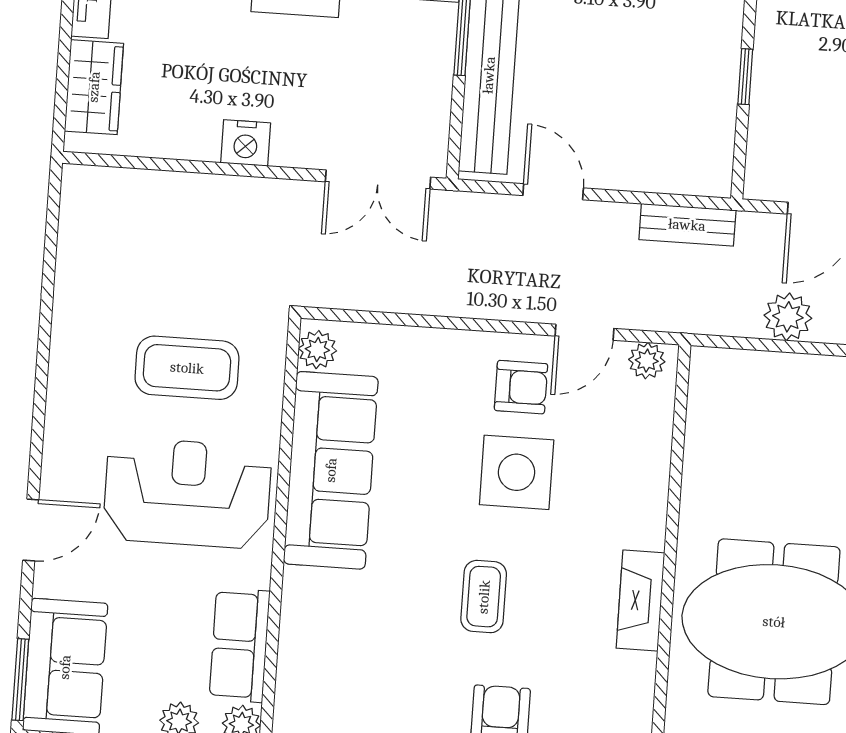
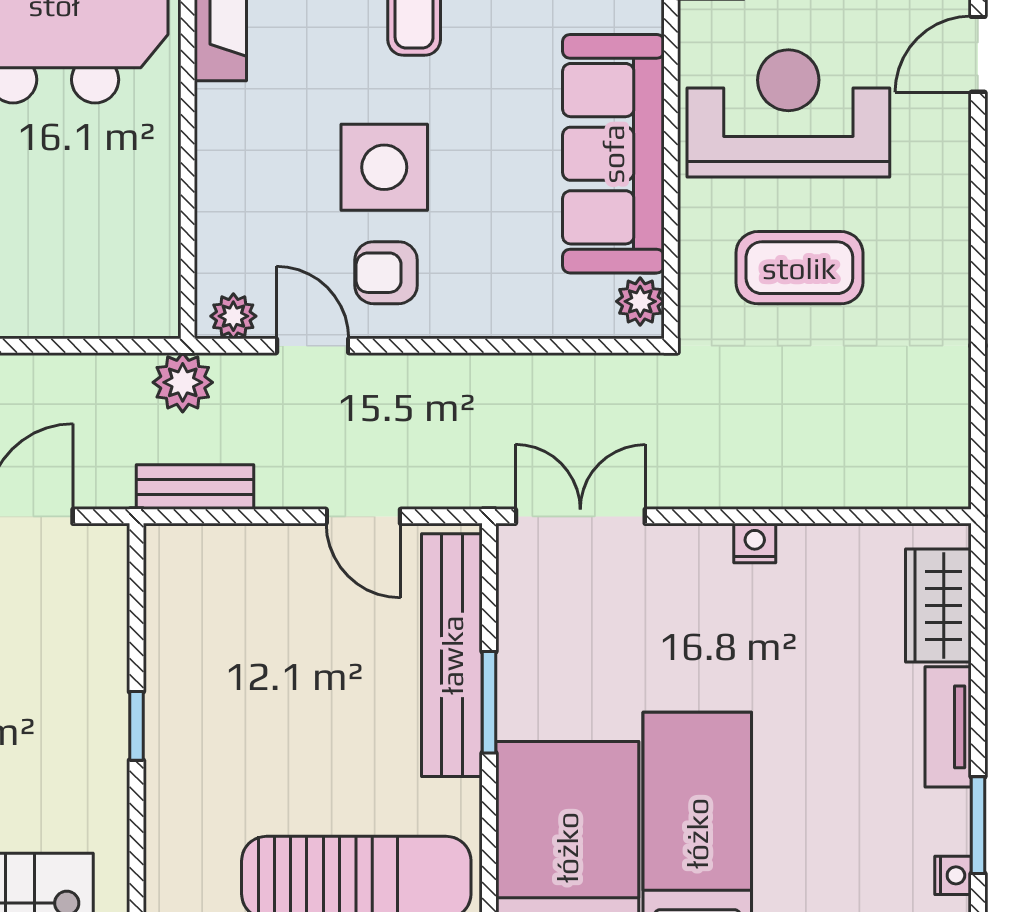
window: (745, 77) -> (136, 726), moved
nightstand: (246, 143) -> (755, 543), width x0.72, depth x0.74
plant: (788, 317) -> (183, 382), moved
door: (584, 332) -> (313, 346), hinge flipped
reception desk: (187, 493) -> (788, 113), turned 180

